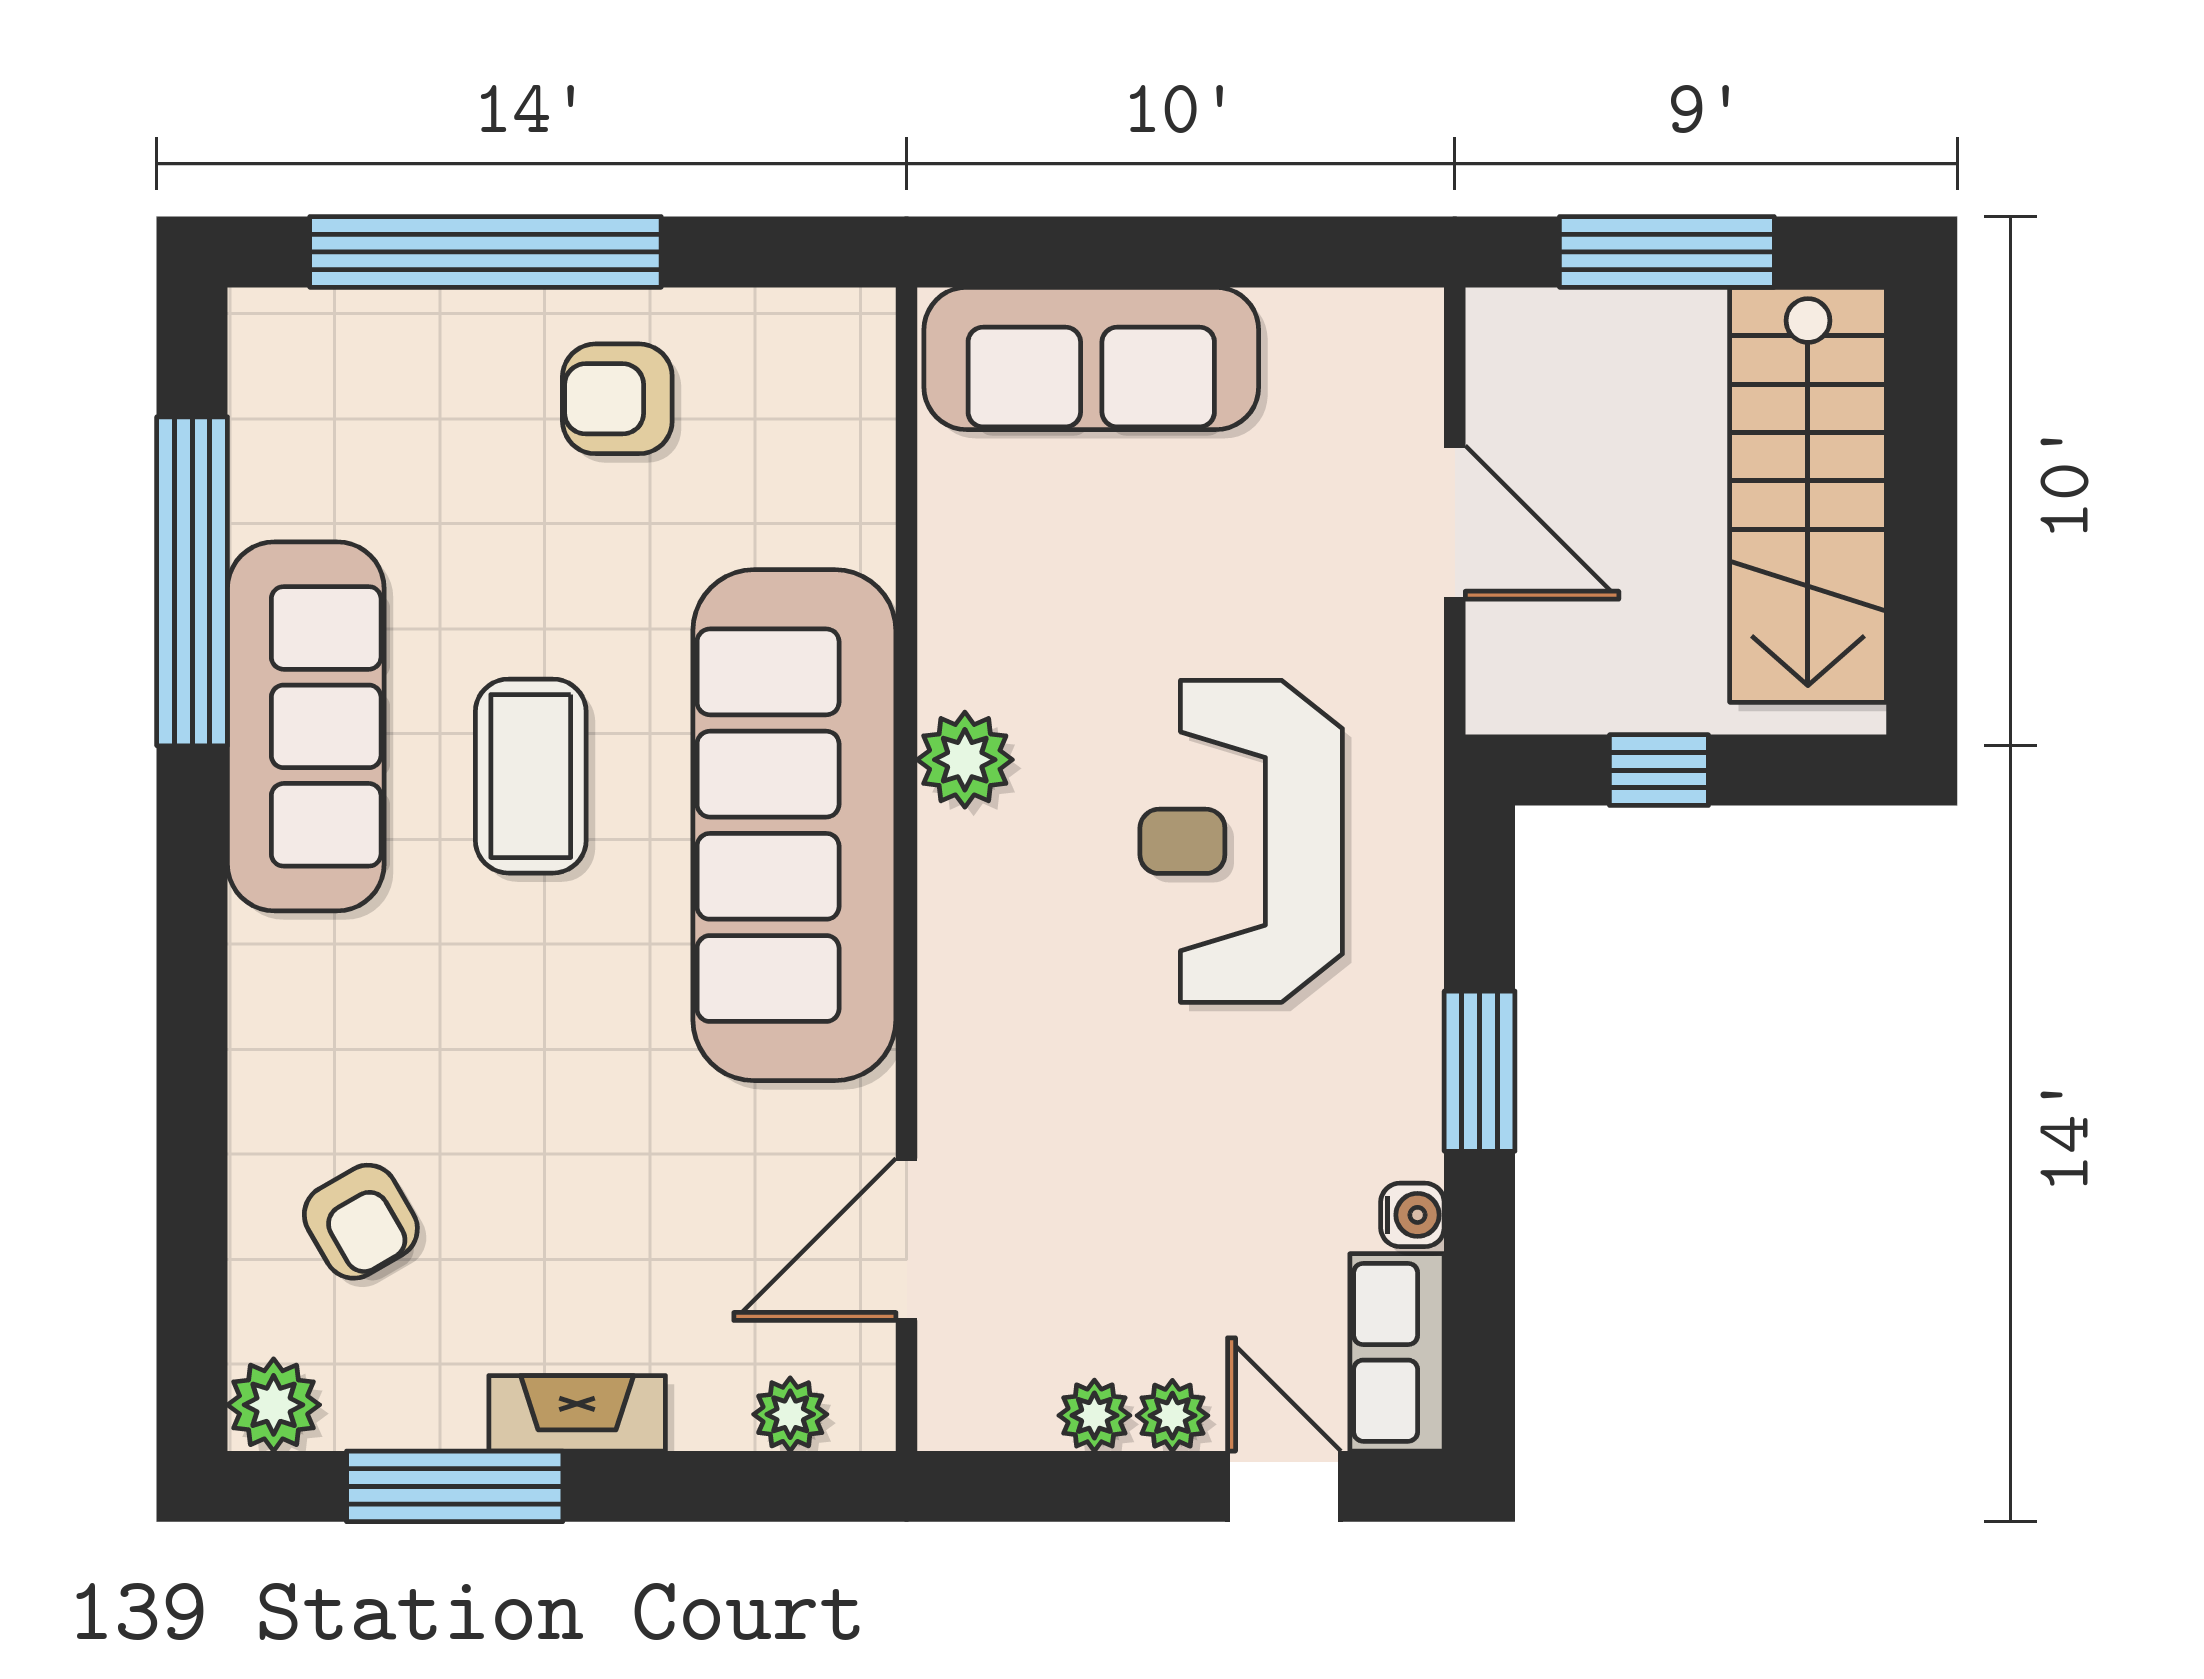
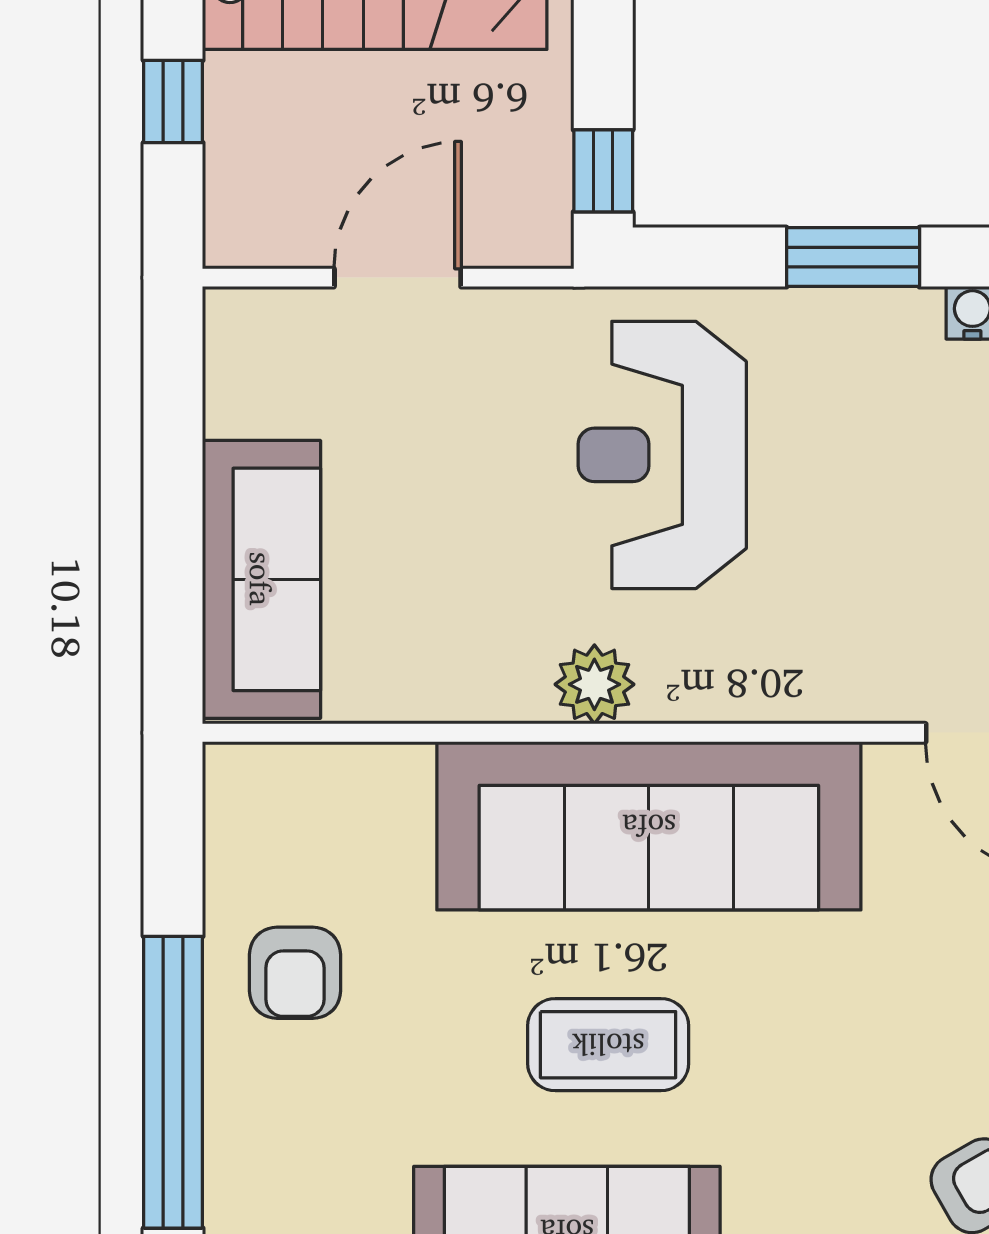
window: (1667, 252) -> (173, 102), width x0.46
window: (1659, 770) -> (603, 171), moved
reception desk: (1241, 841) -> (662, 455), turned 90

